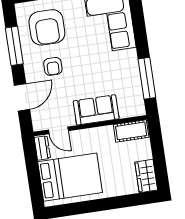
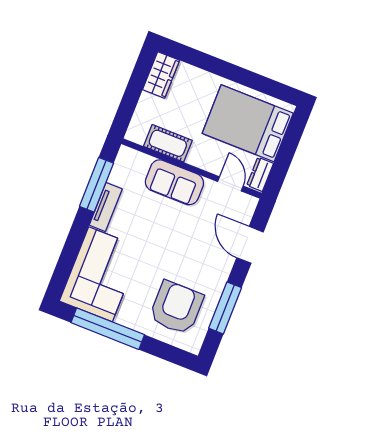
armchair: (53, 66) -> (195, 260), removed
tv unit: (132, 67) -> (106, 207), added
door: (22, 97) -> (250, 245), hinge flipped
cot: (131, 131) -> (168, 143), moved

